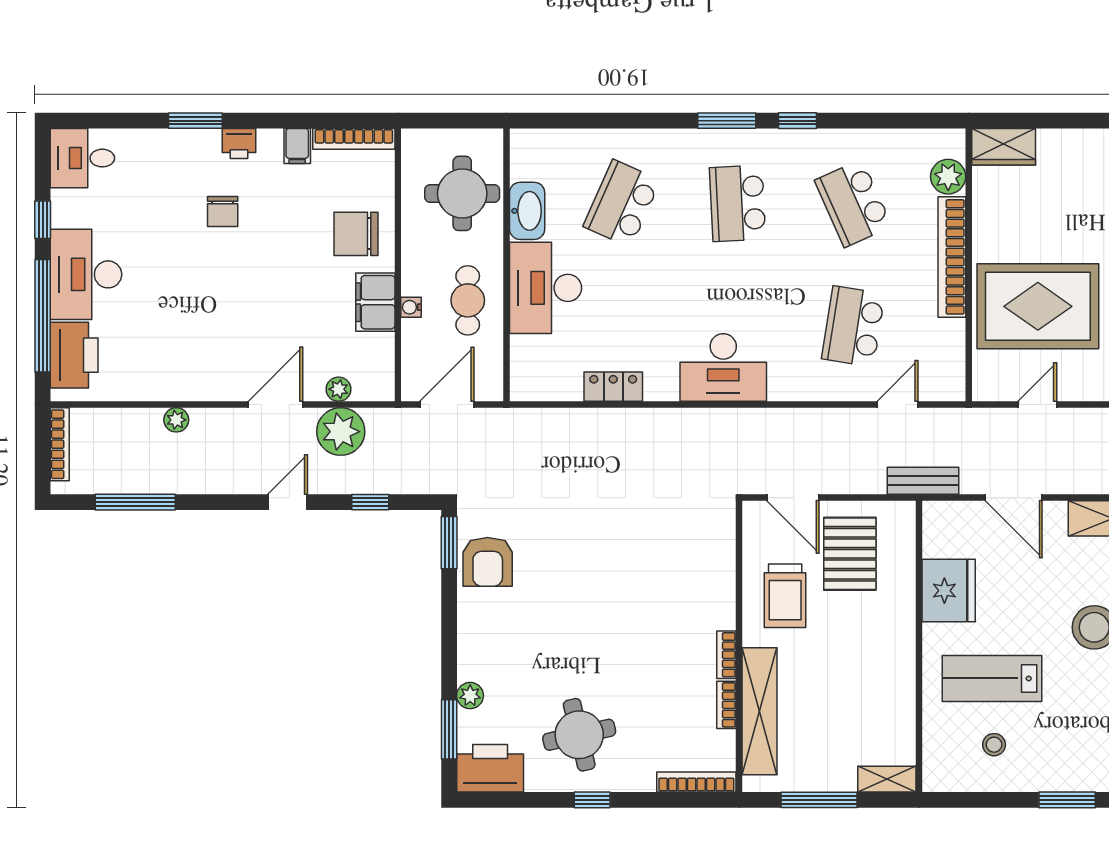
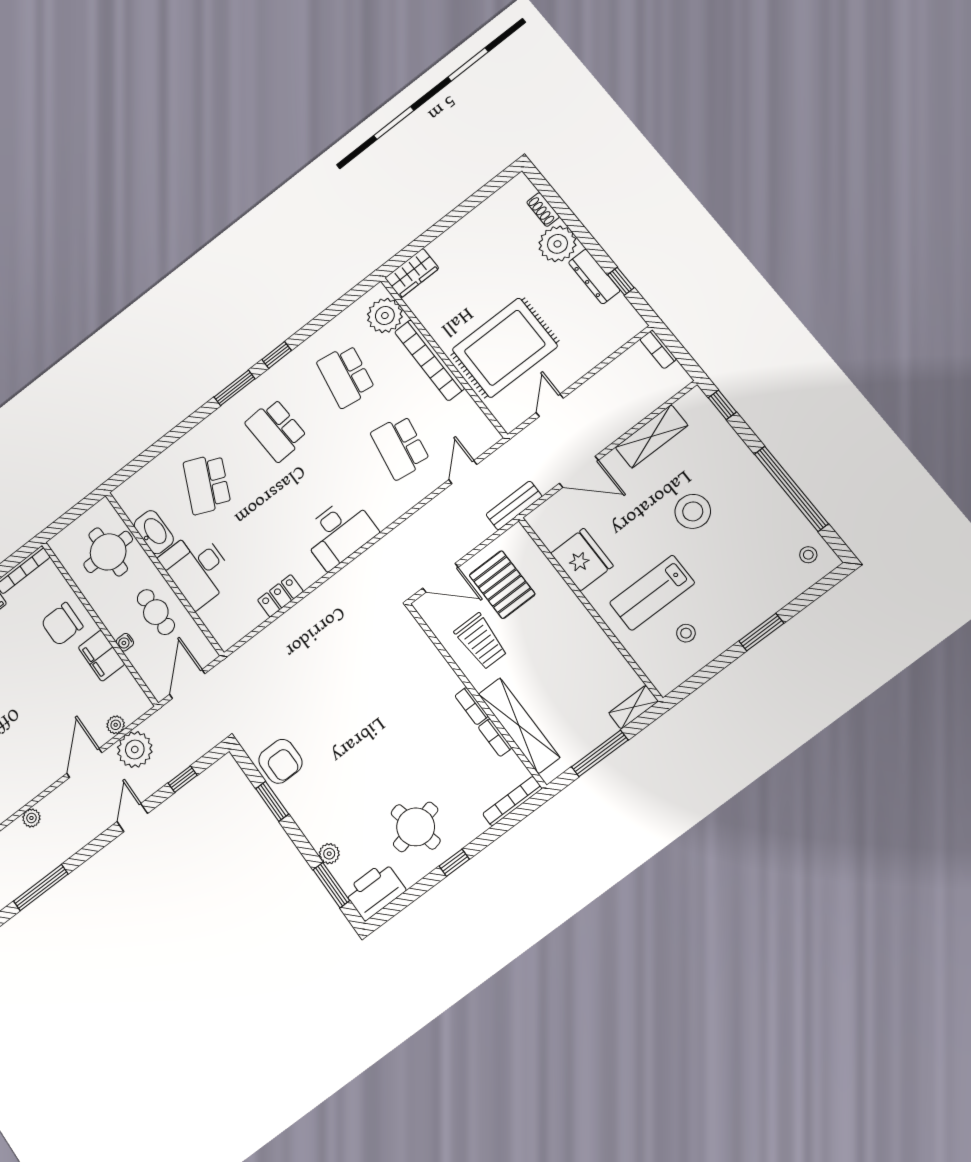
plant: (948, 177) -> (385, 316), width x1.36, depth x1.36
school desk: (853, 203) -> (346, 376), turned 33
window: (449, 543) -> (272, 801), moved

